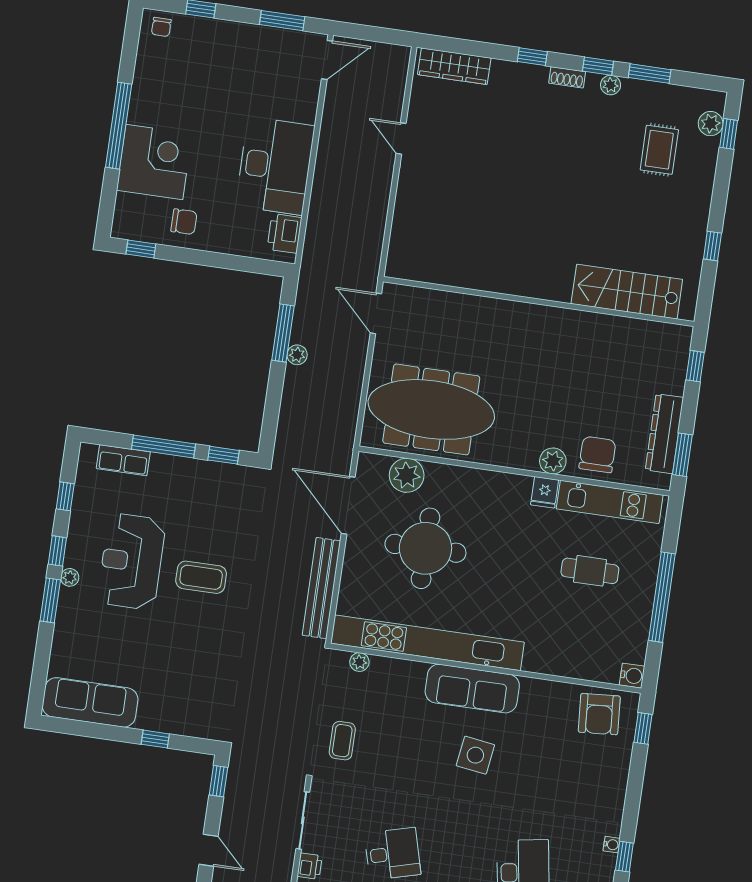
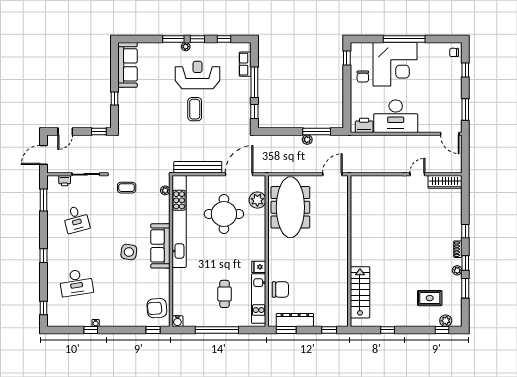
wardrobe: (454, 66) -> (445, 182), moved, turned -90
corner desk: (154, 162) -> (395, 64), width x1.36, depth x1.36
plant: (553, 461) -> (274, 269), removed

